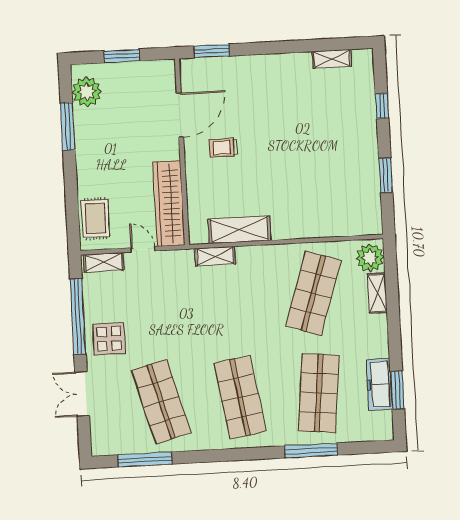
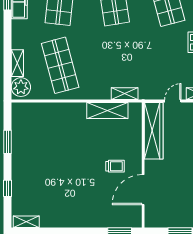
shelving: (332, 59) -> (26, 222), moved
door: (143, 249) -> (173, 101), swing flipped
shop shelf: (313, 293) -> (60, 65), turned -33

